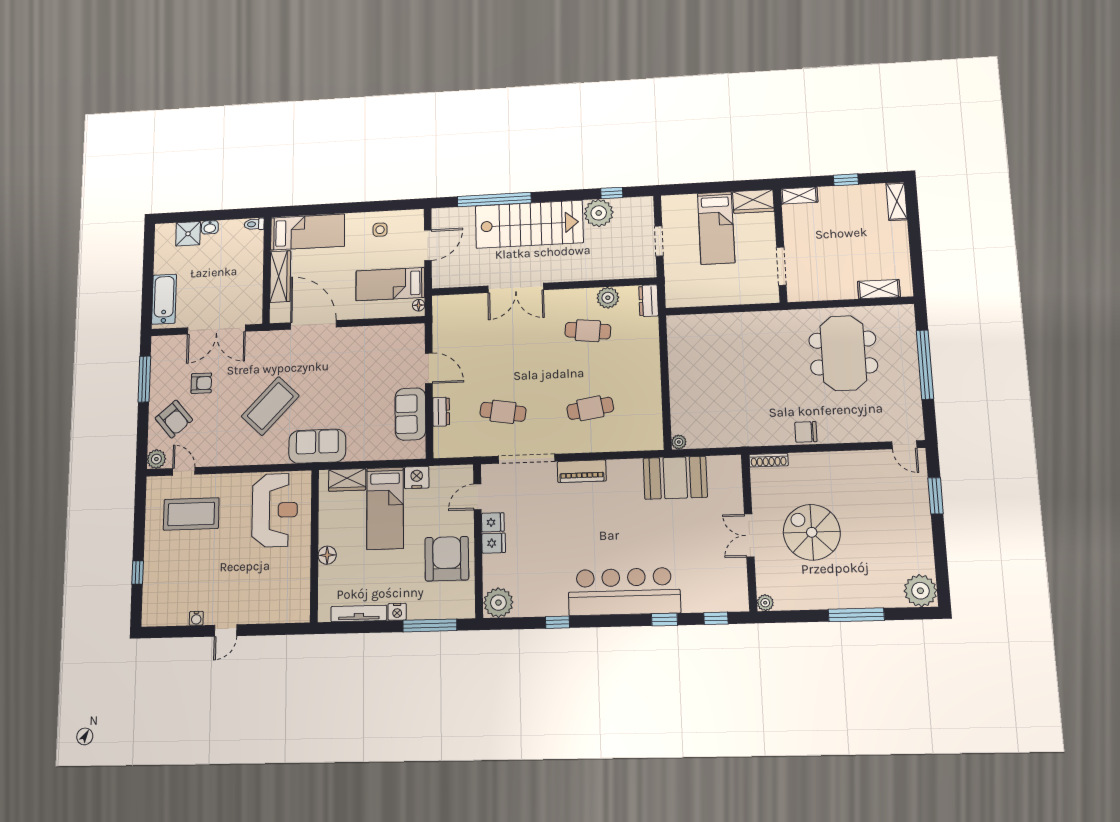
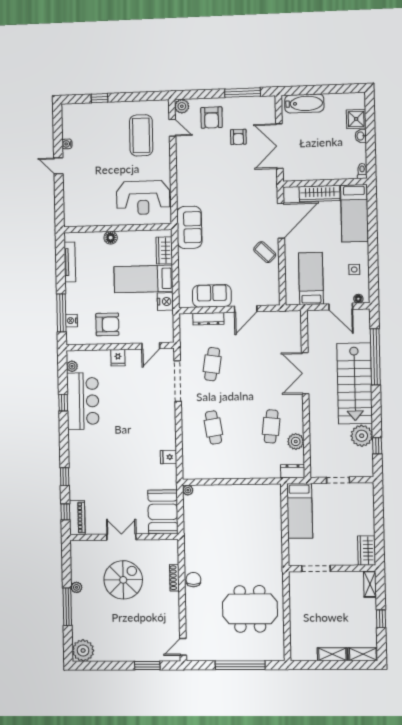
bed: (716, 228) -> (300, 511), moved, turned -90
shelving: (879, 289) -> (332, 654), moved, turned 90
floor lamp: (419, 305) -> (358, 299), moved
coffee table: (270, 406) -> (265, 252), moved, width x0.54, depth x0.58
dresser: (441, 412) -> (208, 319), width x1.44
armchair: (174, 419) -> (212, 118), turned -50
shoe rack: (769, 460) -> (174, 578), moved
door: (184, 471) -> (172, 128), hinge flipped
piano: (582, 471) -> (77, 518), moved, turned 180
booth: (675, 478) -> (163, 512), moved
door: (477, 497) -> (151, 346), swing flipped
fridge: (493, 522) -> (168, 457), moved, turned 90
armchair: (447, 559) -> (107, 324), width x0.73, depth x0.73
bar counter: (624, 592) -> (83, 401), moved, width x0.73
plant: (498, 603) -> (72, 366), width x0.53, depth x0.53
plant: (765, 603) -> (76, 587), moved
nightstand: (397, 612) -> (71, 321), moved

